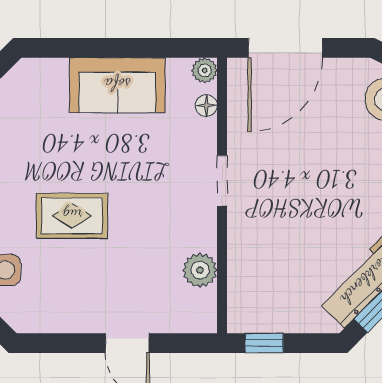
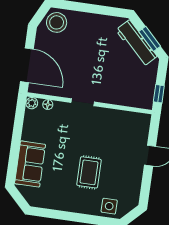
sofa: (117, 85) -> (30, 164), moved
plant: (200, 270) -> (122, 118), removed

